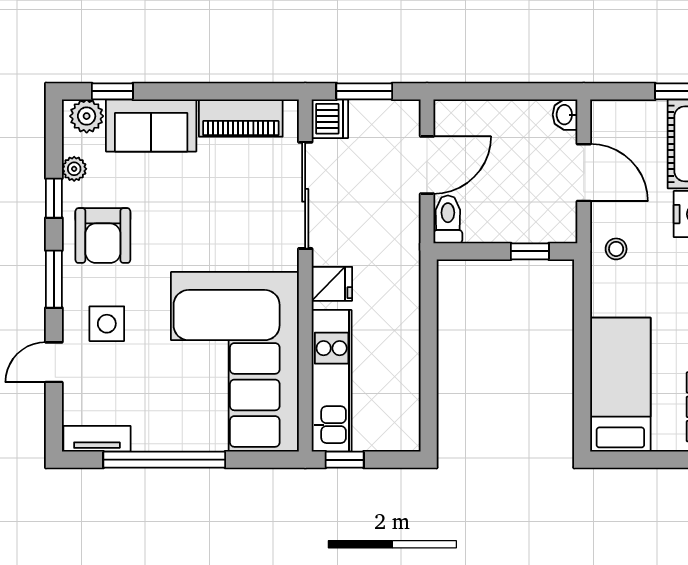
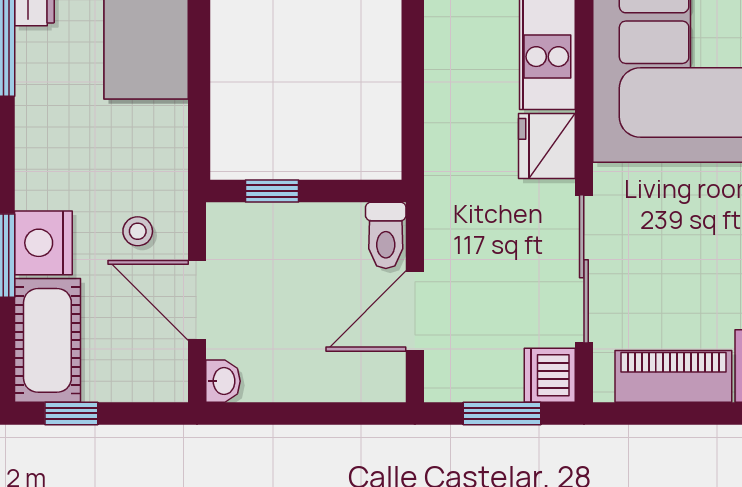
stool: (616, 249) -> (138, 231), moved
fridge: (332, 284) -> (547, 146), width x1.38

